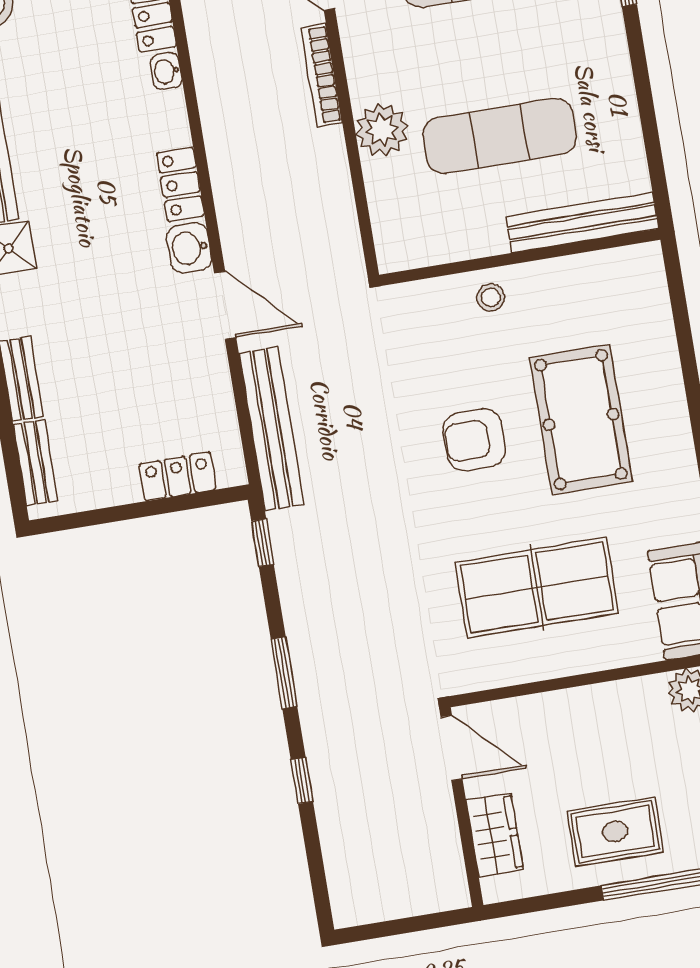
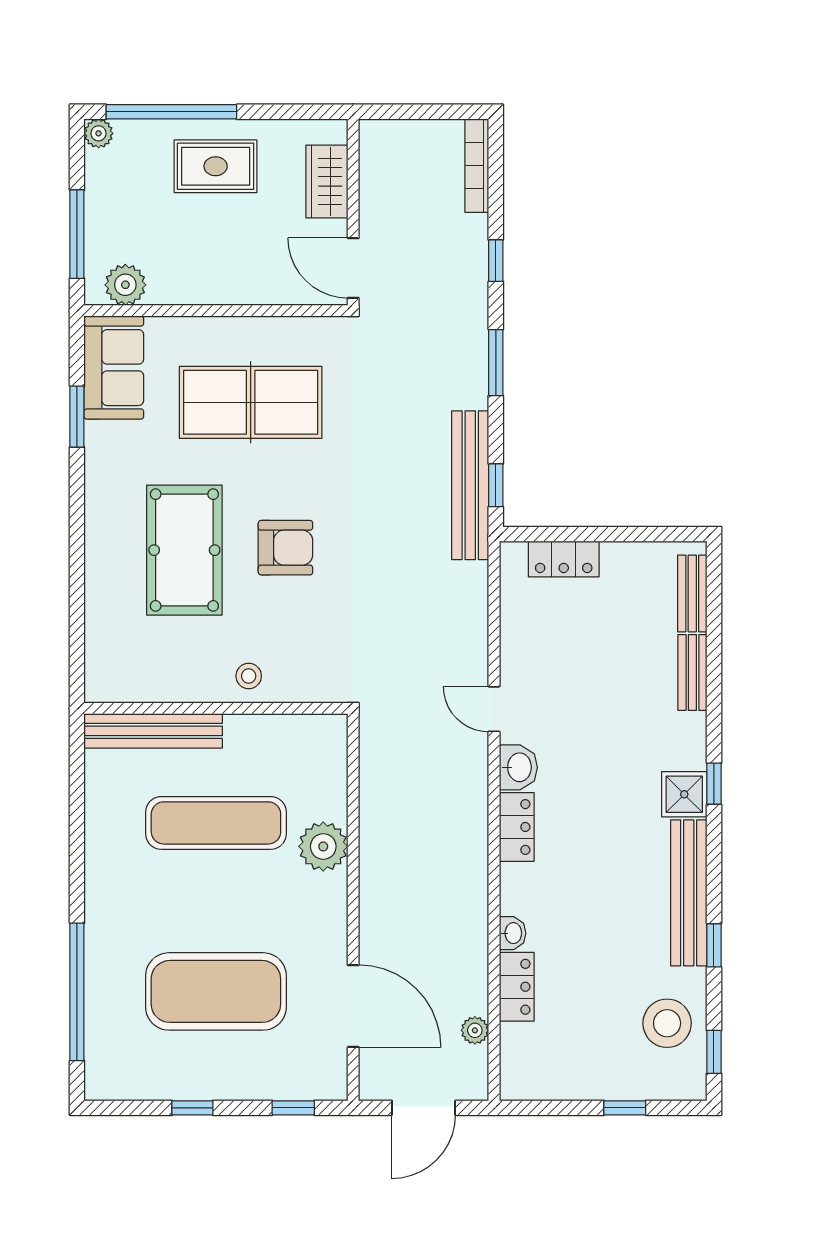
bookcase: (321, 75) -> (477, 166), moved, turned 180
door: (225, 305) -> (494, 709), width x0.73
bench: (271, 429) -> (470, 485), moved

